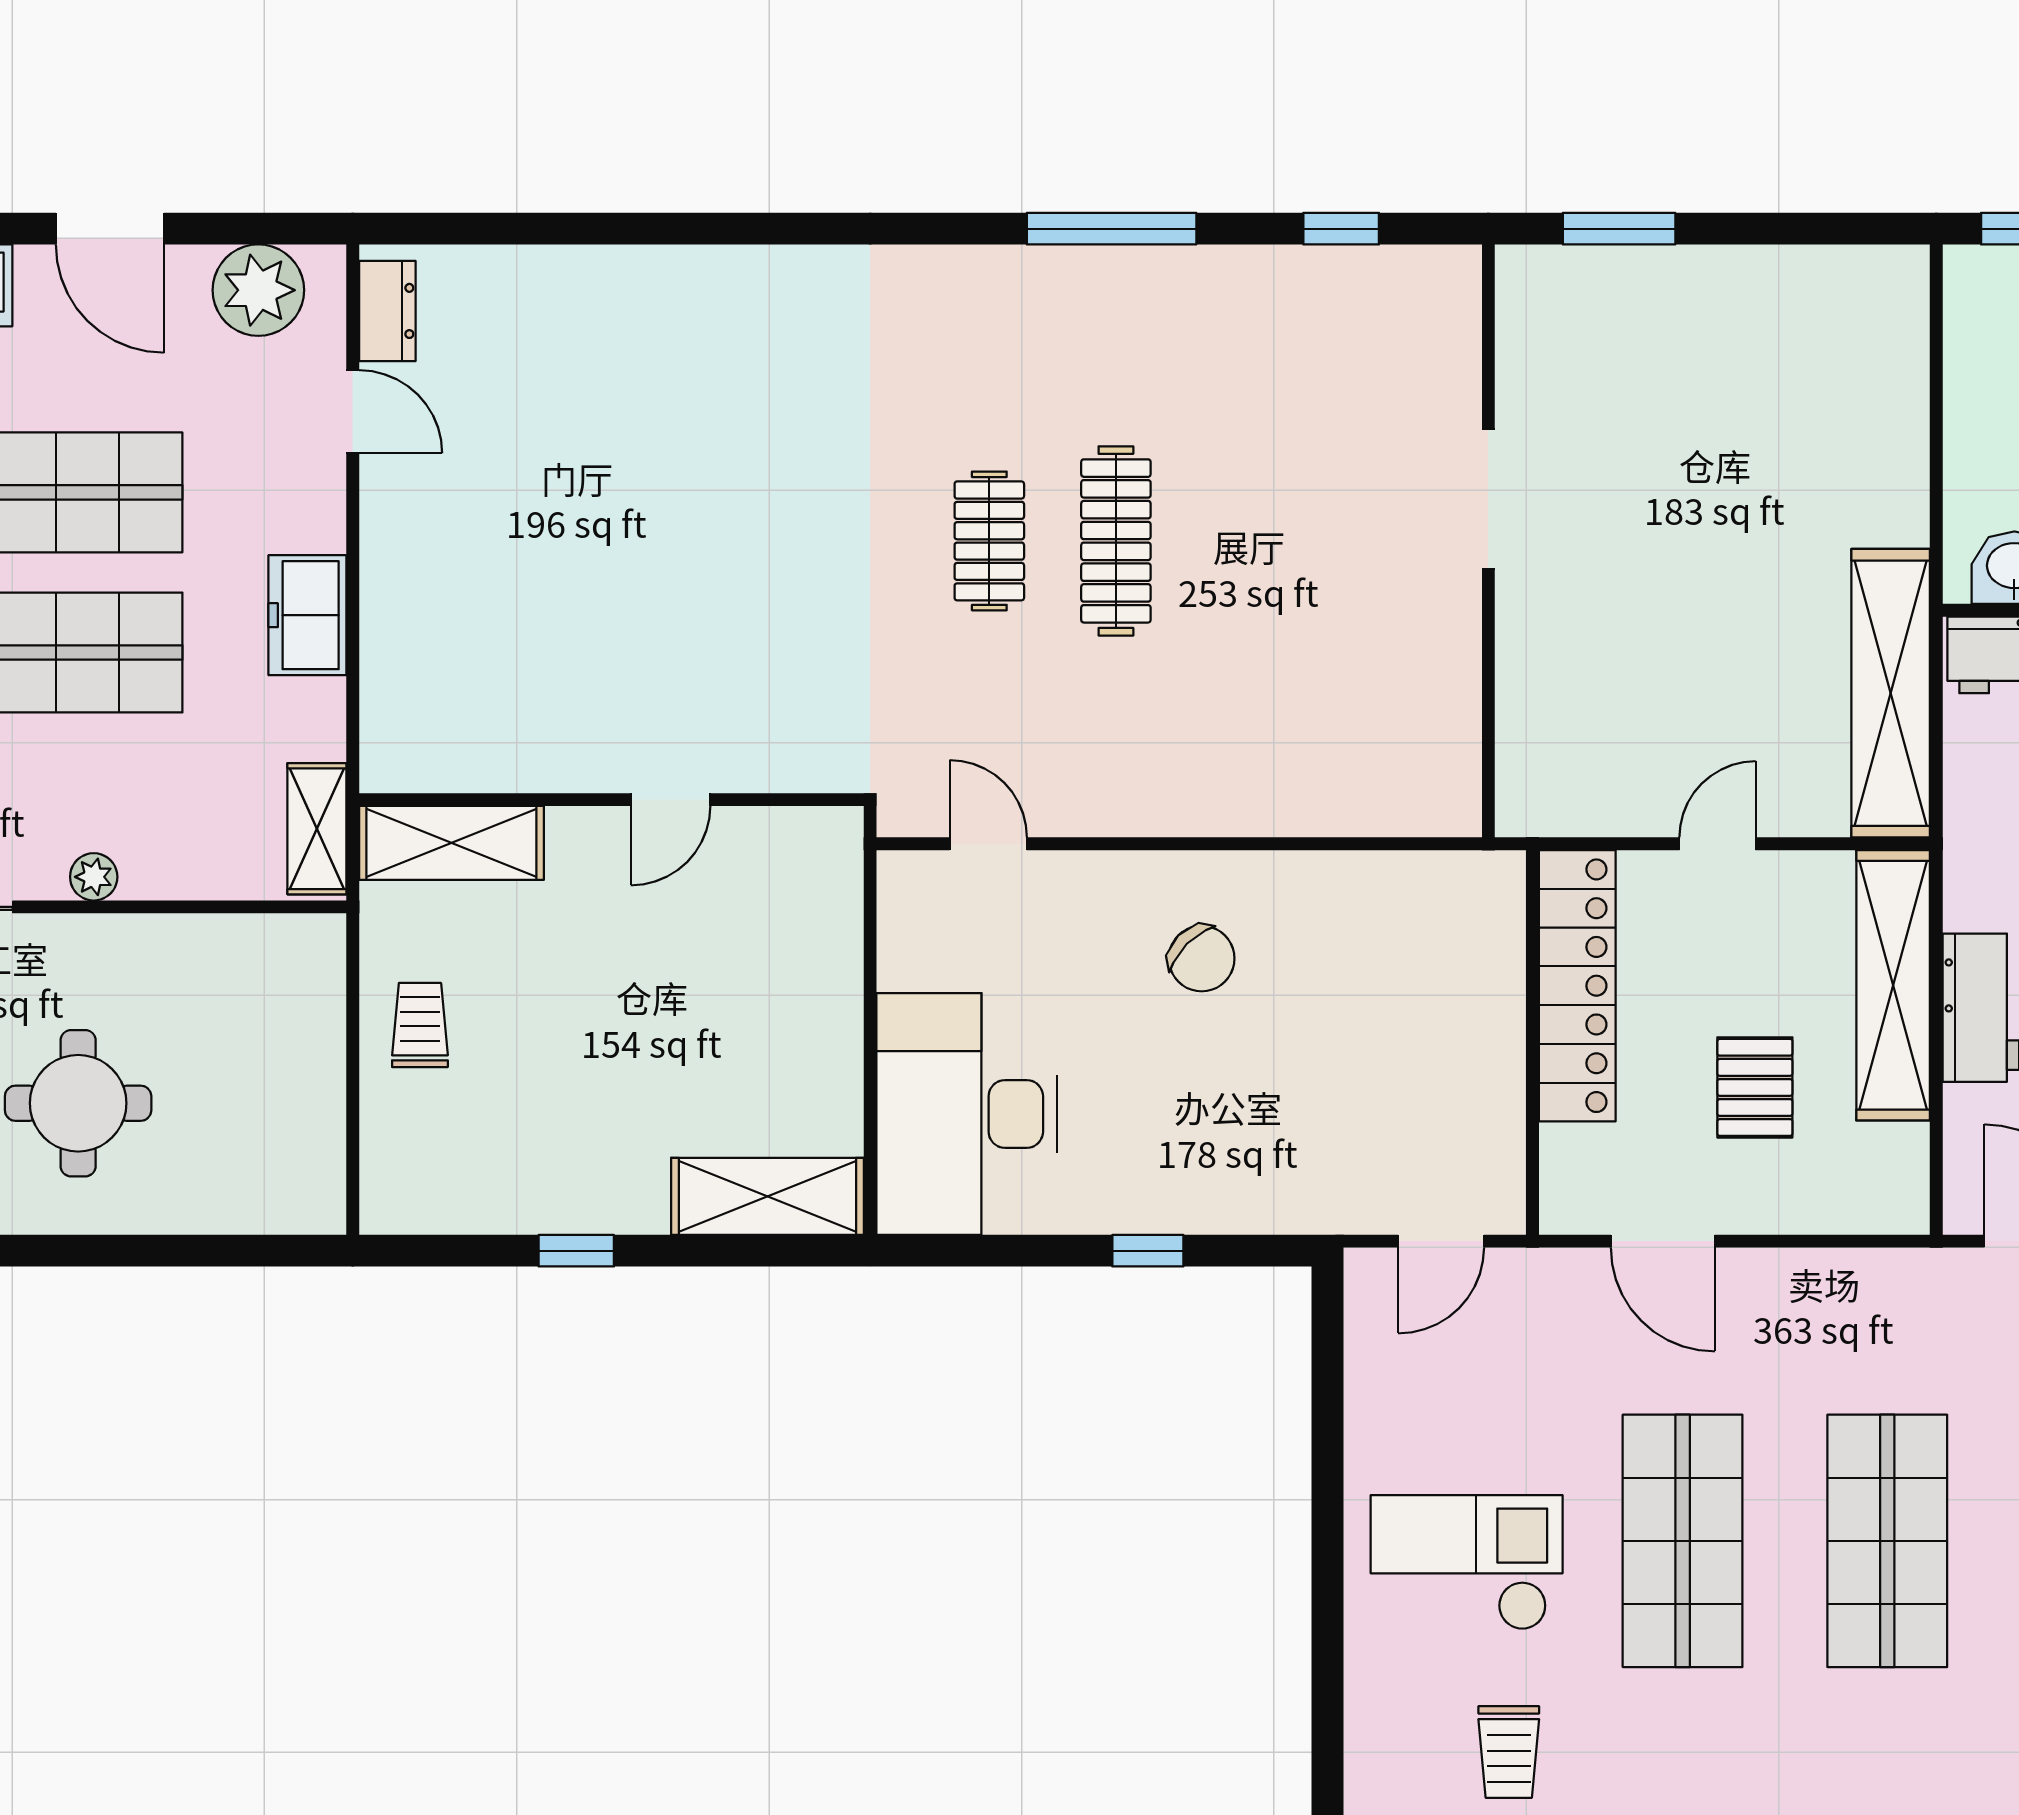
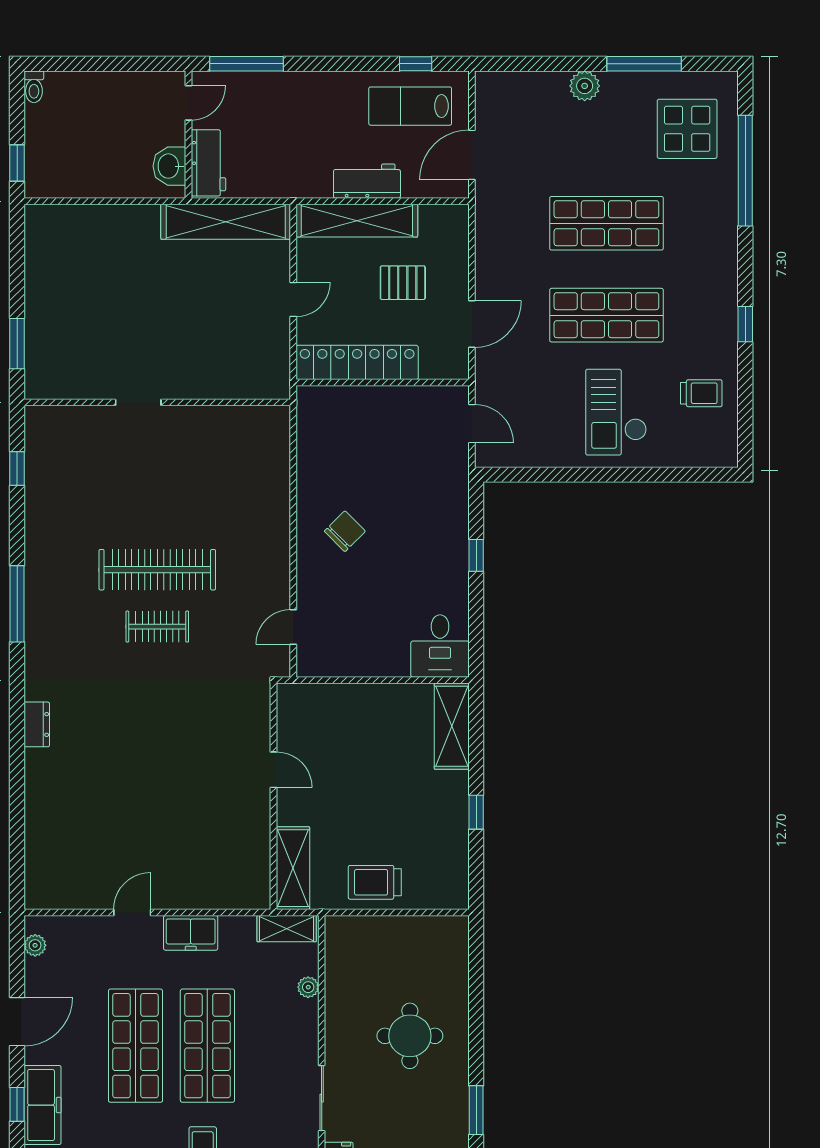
window: (1112, 229) -> (17, 604), moved
plant: (258, 290) -> (35, 945), width x0.53, depth x0.53
dresser: (387, 311) -> (37, 724), moved, turned 90
door: (353, 412) -> (132, 912), moved
doorway: (1488, 499) -> (138, 402), width x0.73
clothes rail: (1116, 541) -> (157, 570), width x1.37, depth x1.31
door: (1718, 844) -> (293, 299), swing flipped
plant: (94, 877) -> (308, 987), moved
trolley: (420, 1025) -> (375, 882), width x1.36, depth x1.39
desk: (967, 1114) -> (440, 646), width x0.53, depth x0.77

